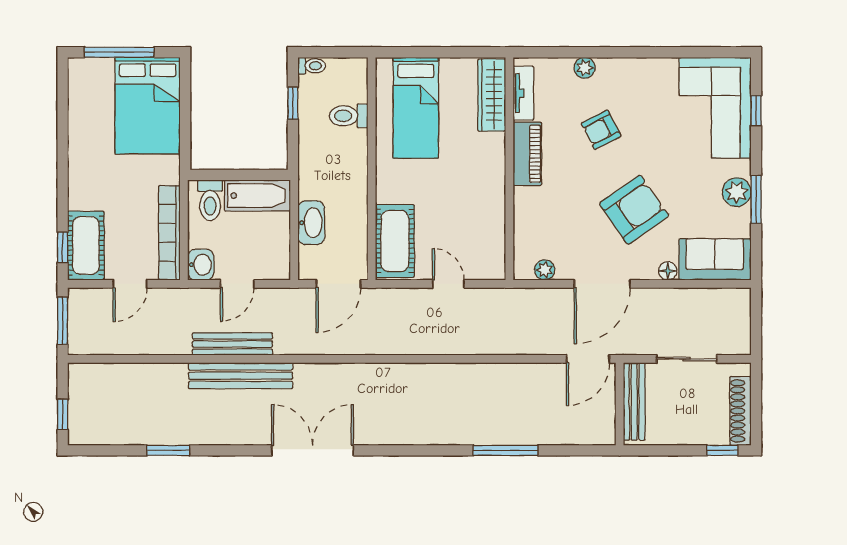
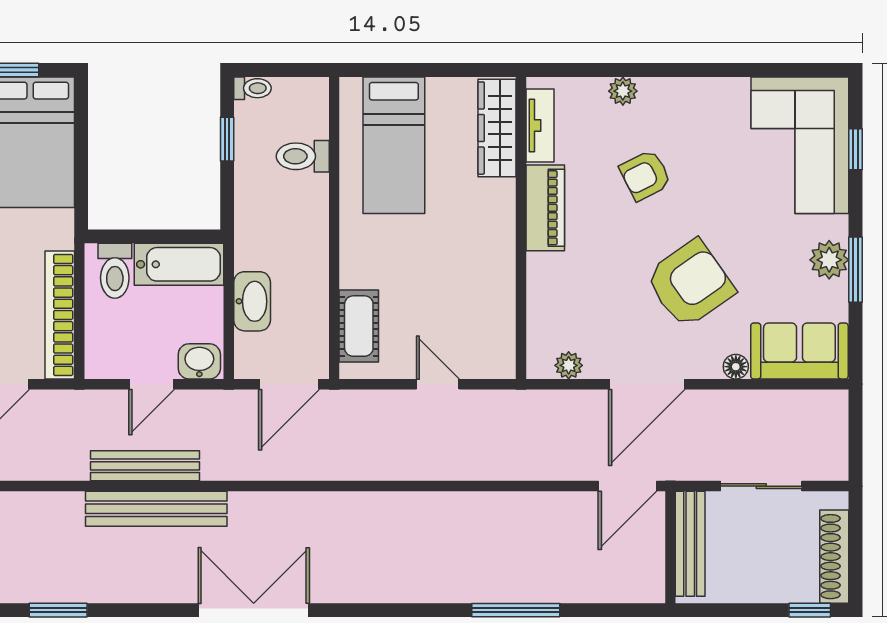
cot: (395, 241) -> (359, 326), width x0.73, depth x0.75
washbasin: (201, 265) -> (199, 361), moved, turned -90

